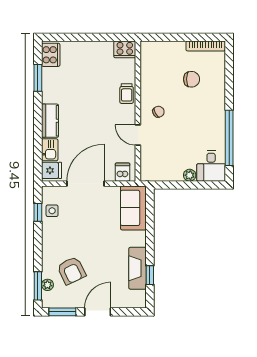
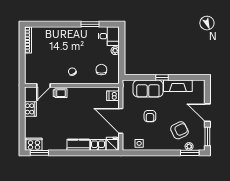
cooker: (125, 49) -> (30, 109), moved
window: (38, 78) -> (39, 153), moved
chair: (192, 79) -> (101, 70), moved
door: (138, 135) -> (43, 85), moved
window: (229, 138) -> (90, 24), width x0.47
sofa: (133, 208) -> (148, 89), moved
window: (38, 212) -> (140, 153), removed
armchair: (92, 227) -> (150, 116), added
window: (150, 275) -> (162, 77), moved

